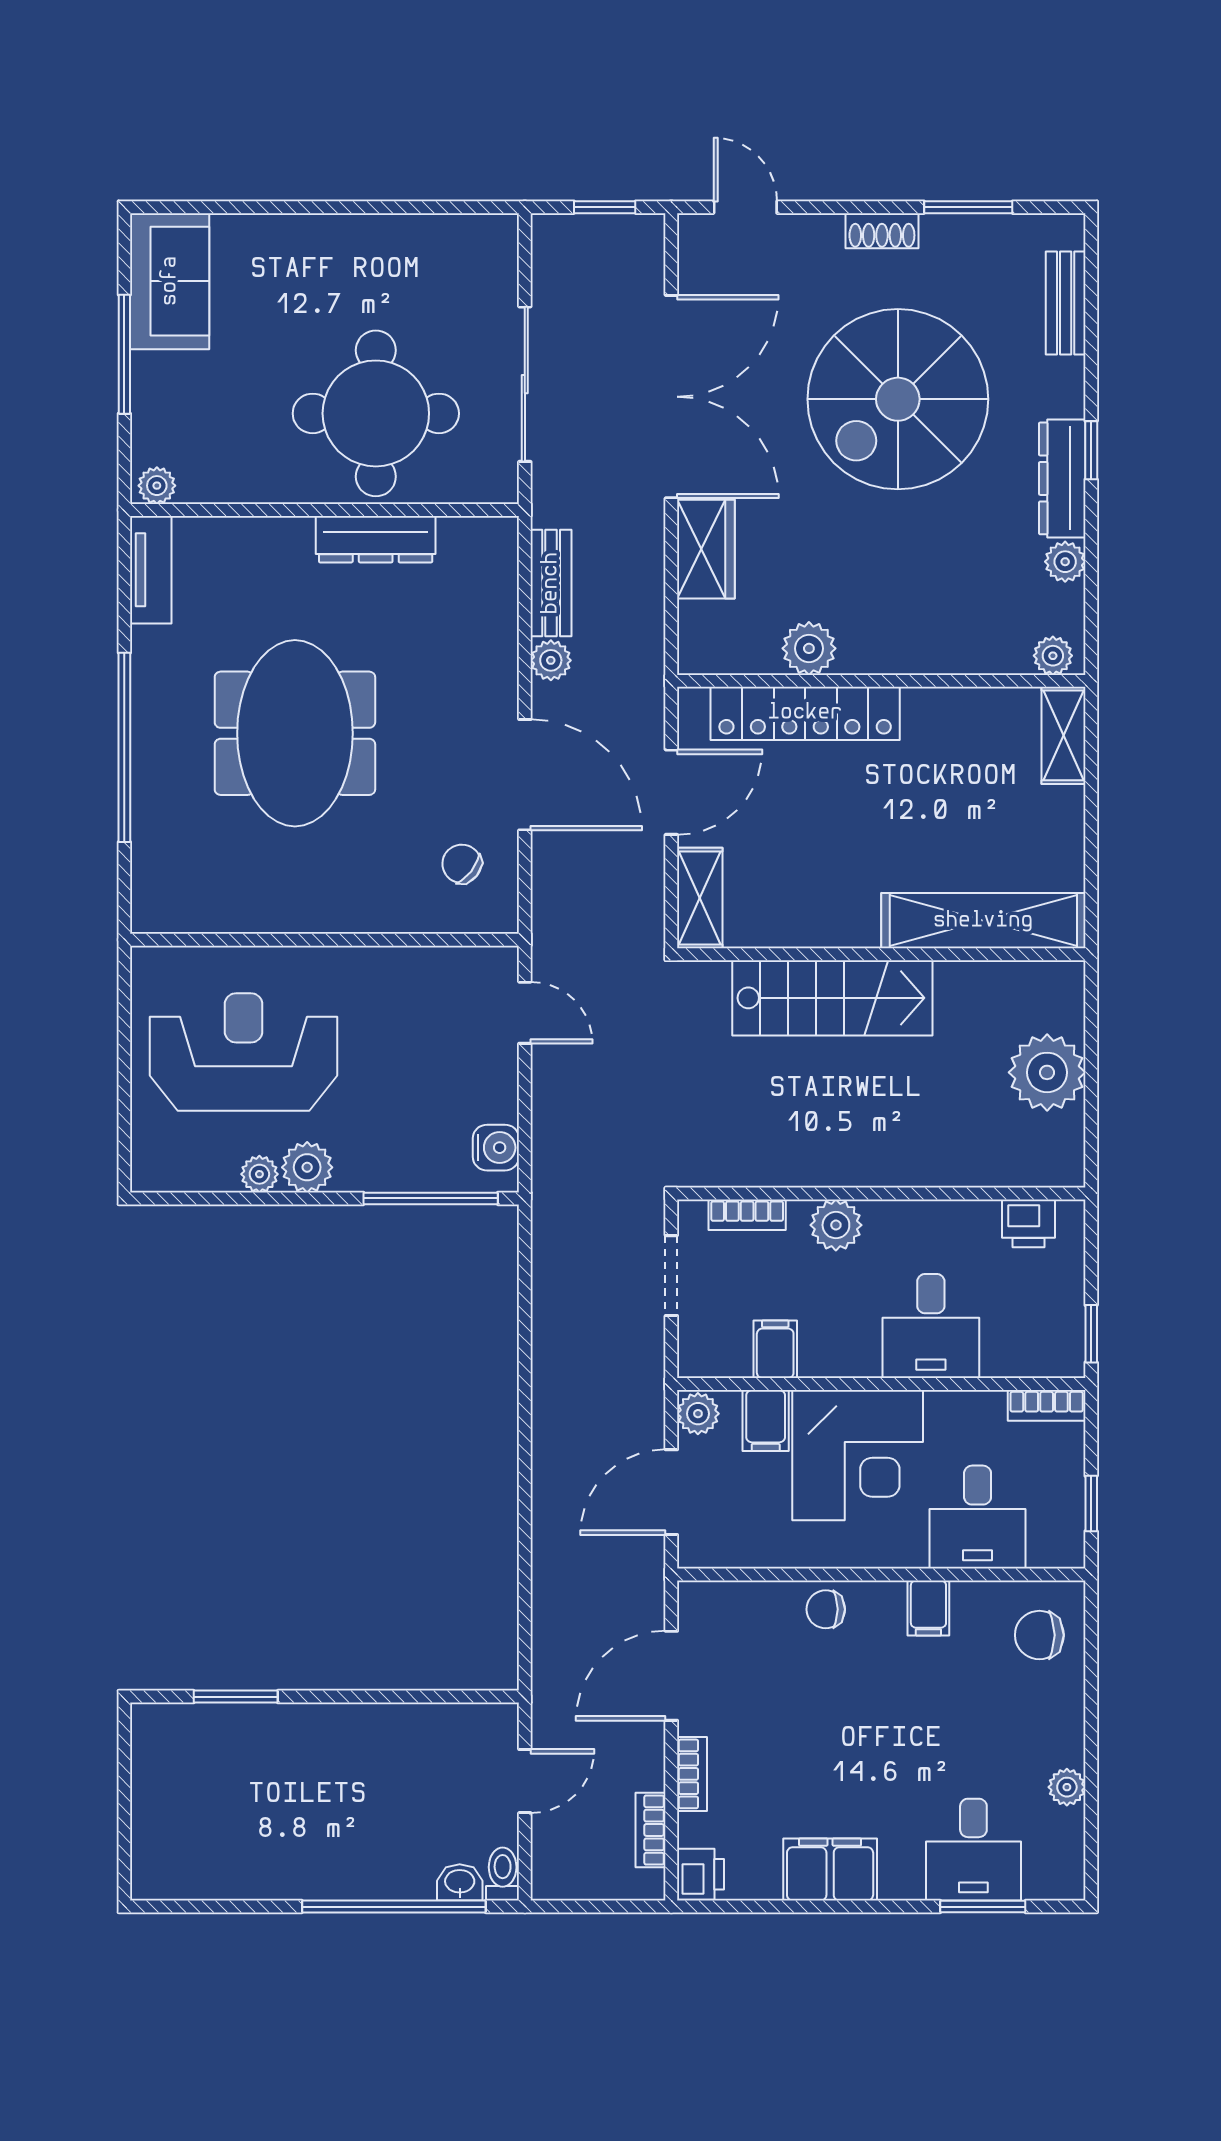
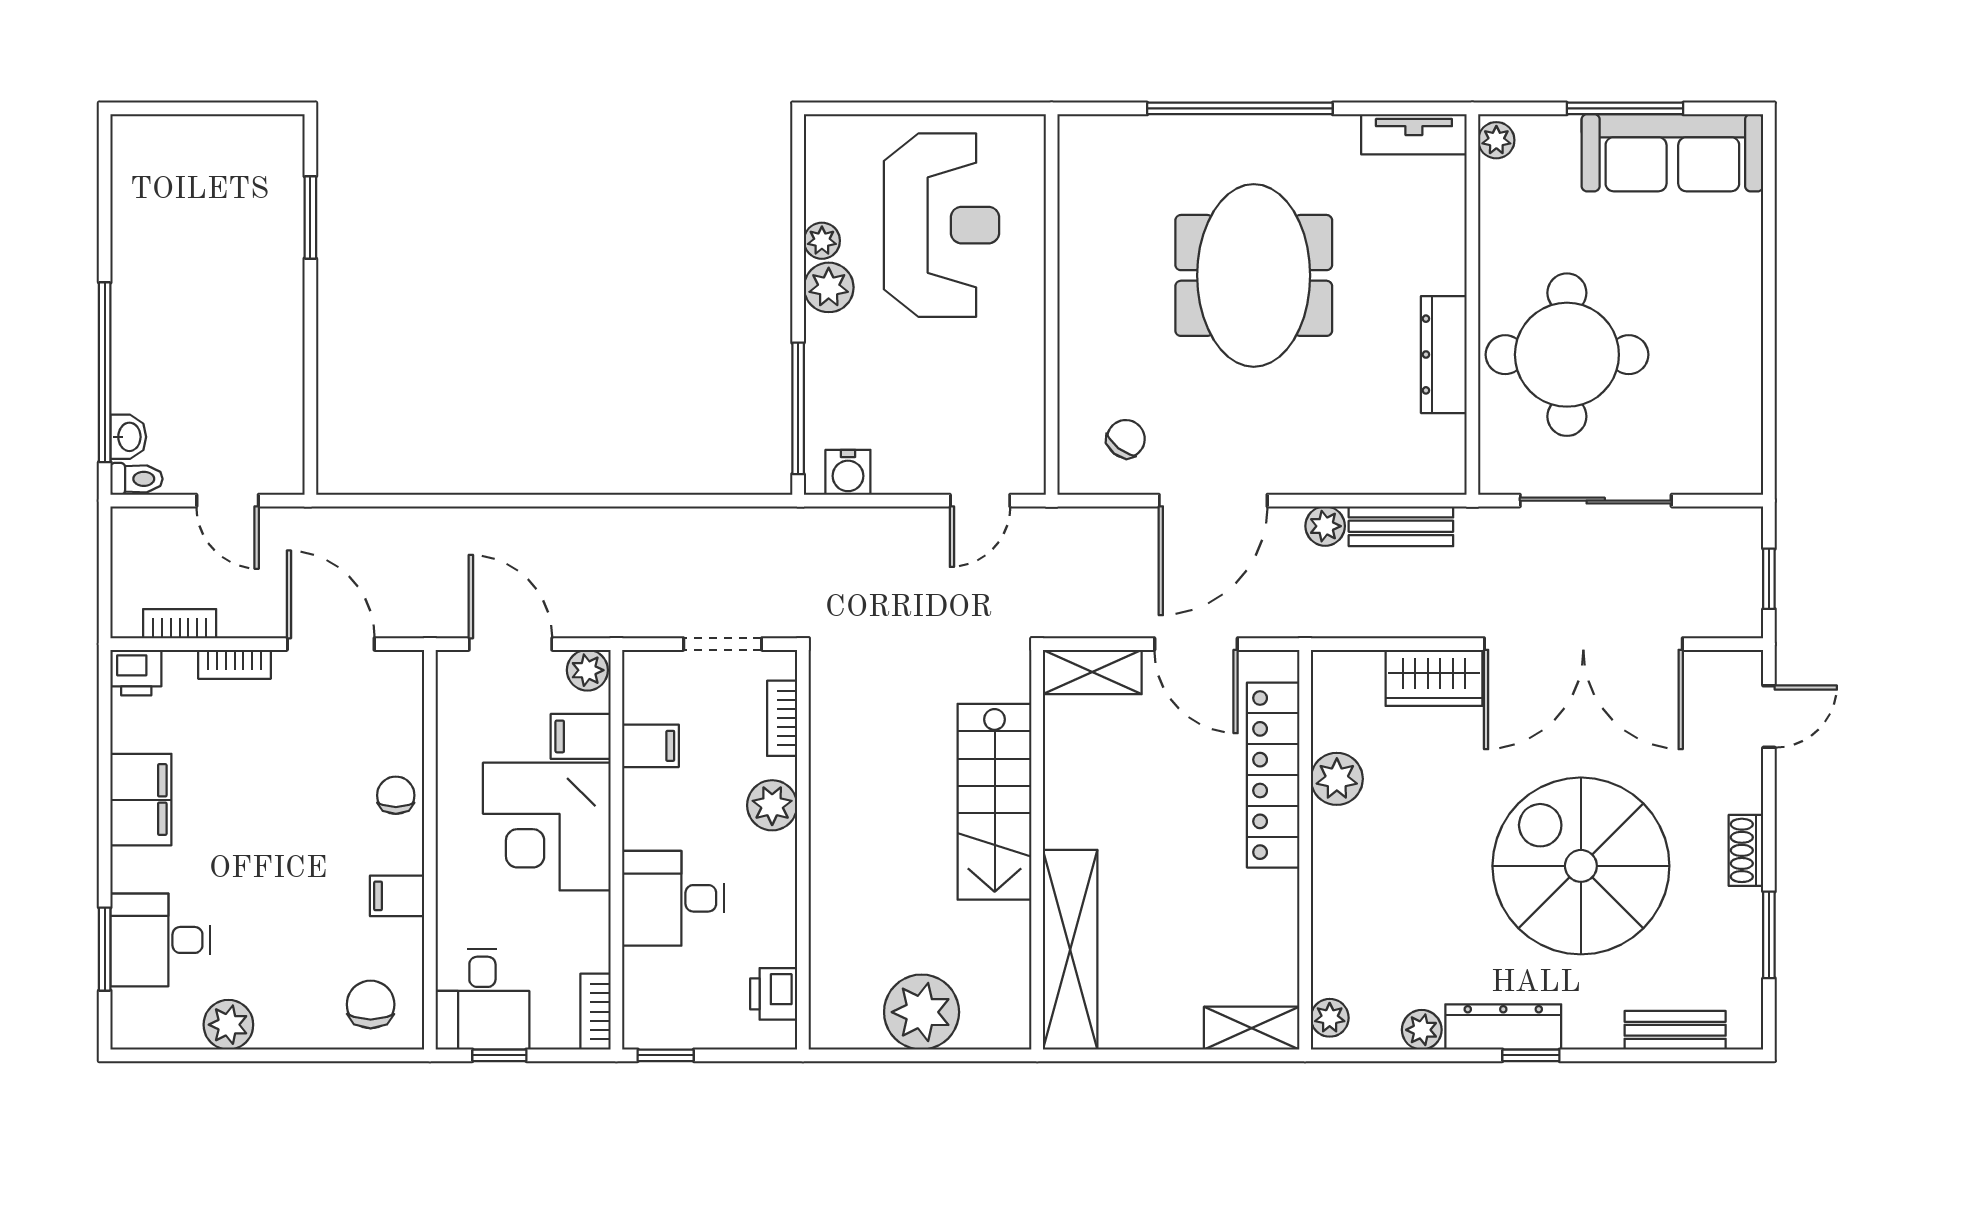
sofa: (170, 281) -> (1672, 153), width x1.36
meeting table: (295, 733) -> (1254, 275), turned 90
desk: (978, 1517) -> (482, 999), moved, turned -90
plant: (1067, 1787) -> (228, 1025), width x1.38, depth x1.38

